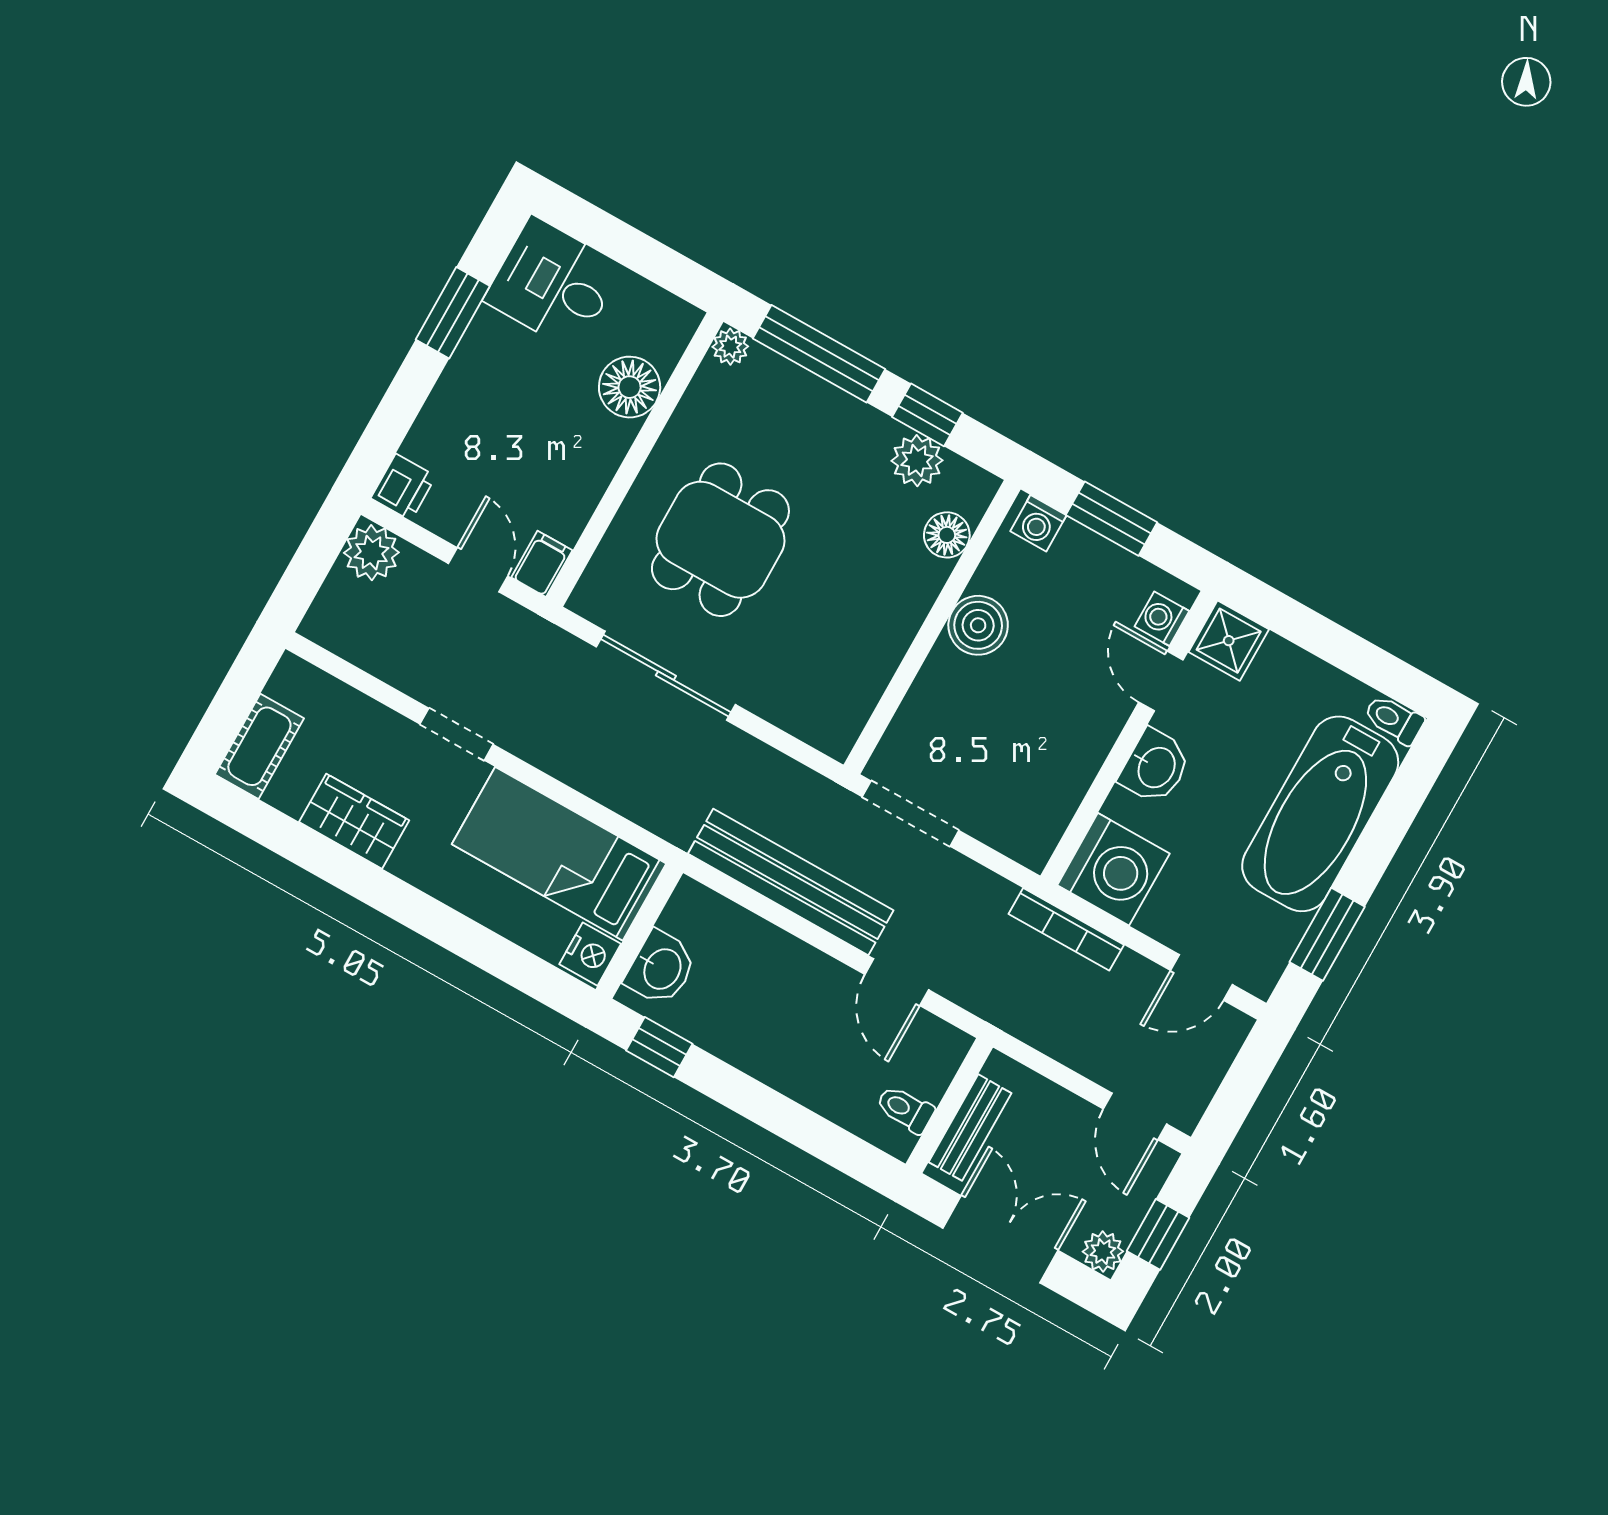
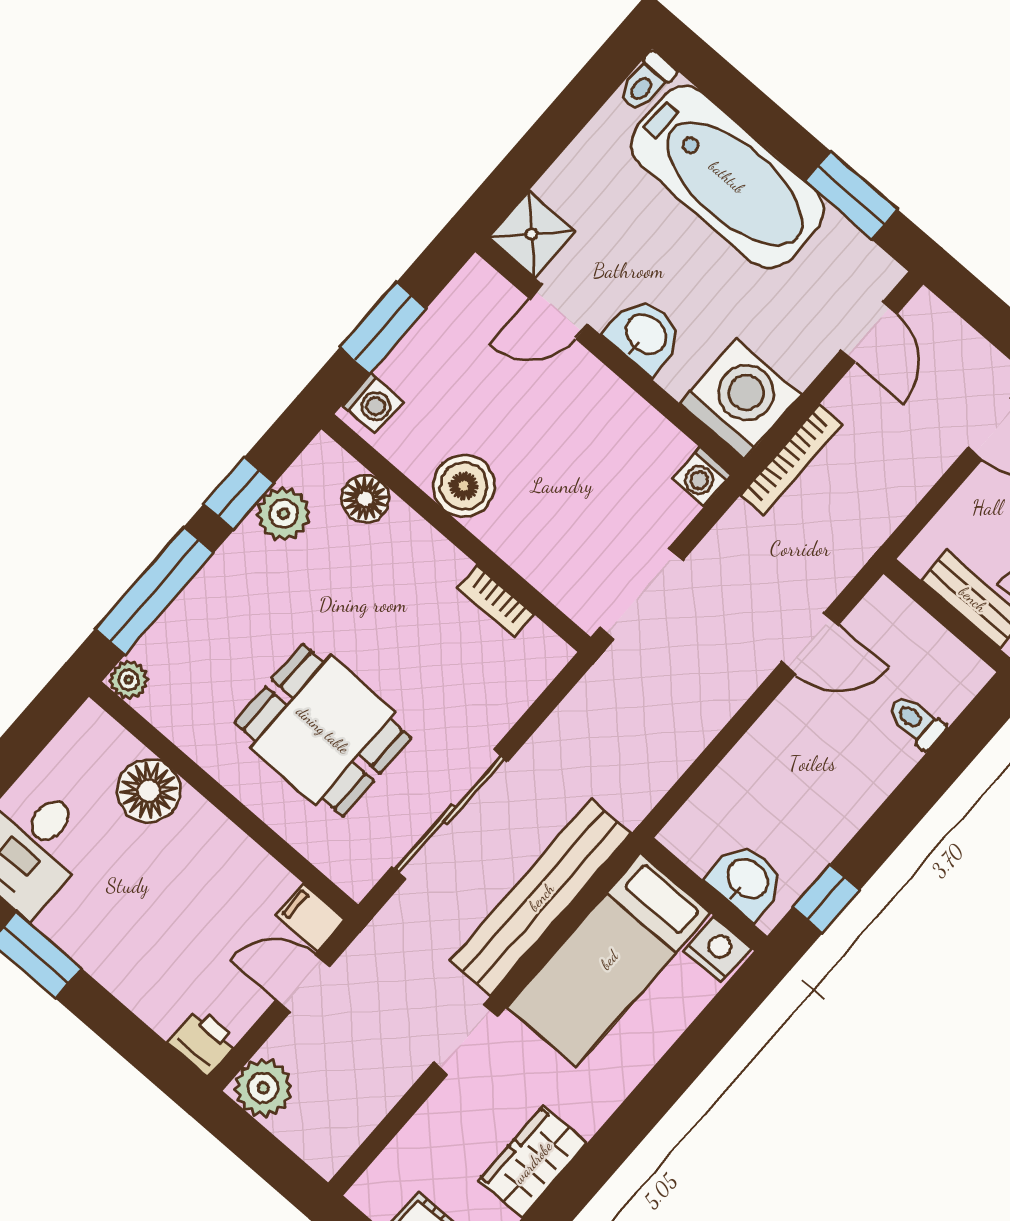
washing machine: (1162, 619) -> (702, 477), moved
bookcase: (876, 678) -> (496, 601), added
bench: (791, 882) -> (541, 897), moved
toilet: (905, 1109) -> (916, 722), moved, turned 90

